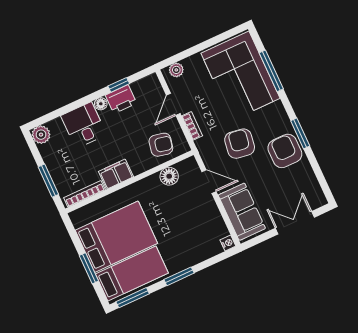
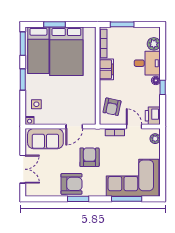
window: (119, 85) -> (163, 87), moved
printer: (121, 99) -> (153, 116), moved
plant: (41, 135) -> (154, 44), moved
armchair: (240, 144) -> (90, 157), turned -99
floor lamp: (169, 176) -> (89, 103), removed
side table: (203, 244) -> (36, 104), added

